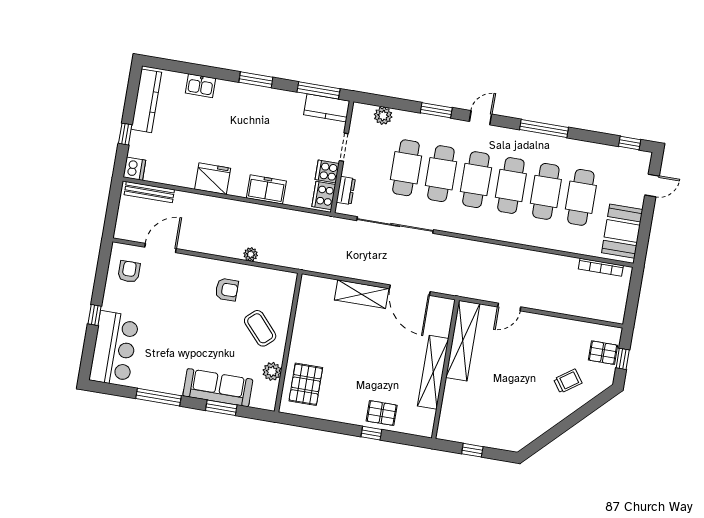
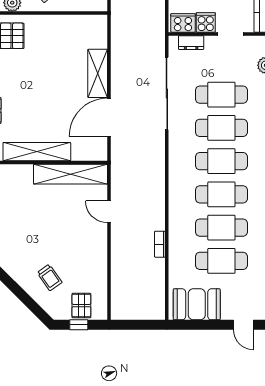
bookcase: (601, 267) -> (160, 244), moved, width x0.64

